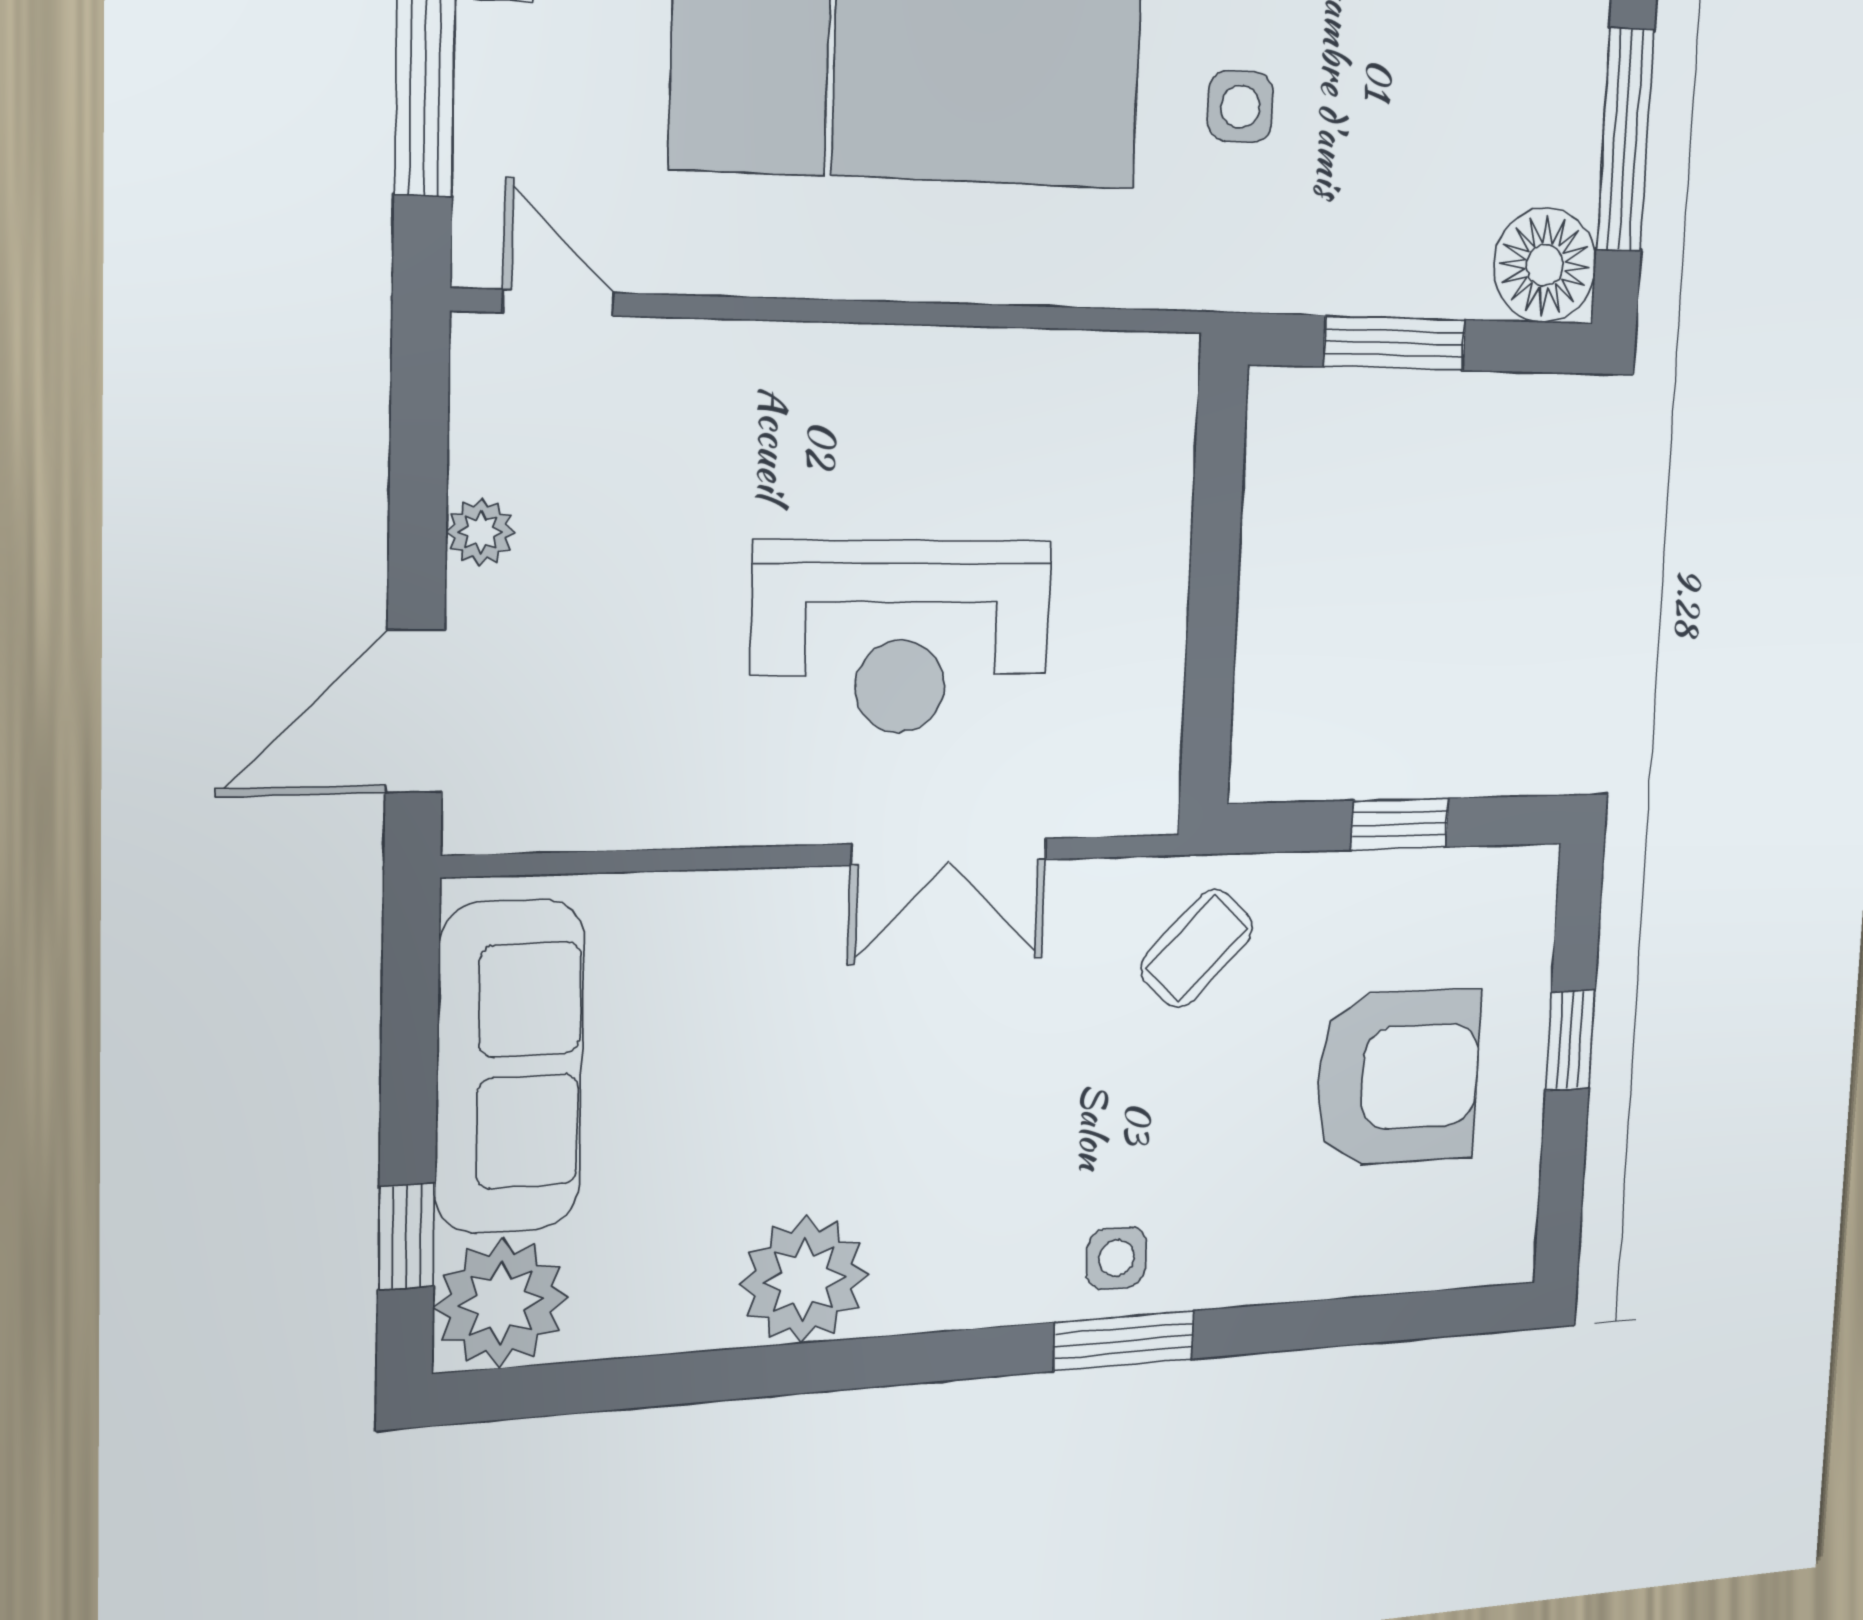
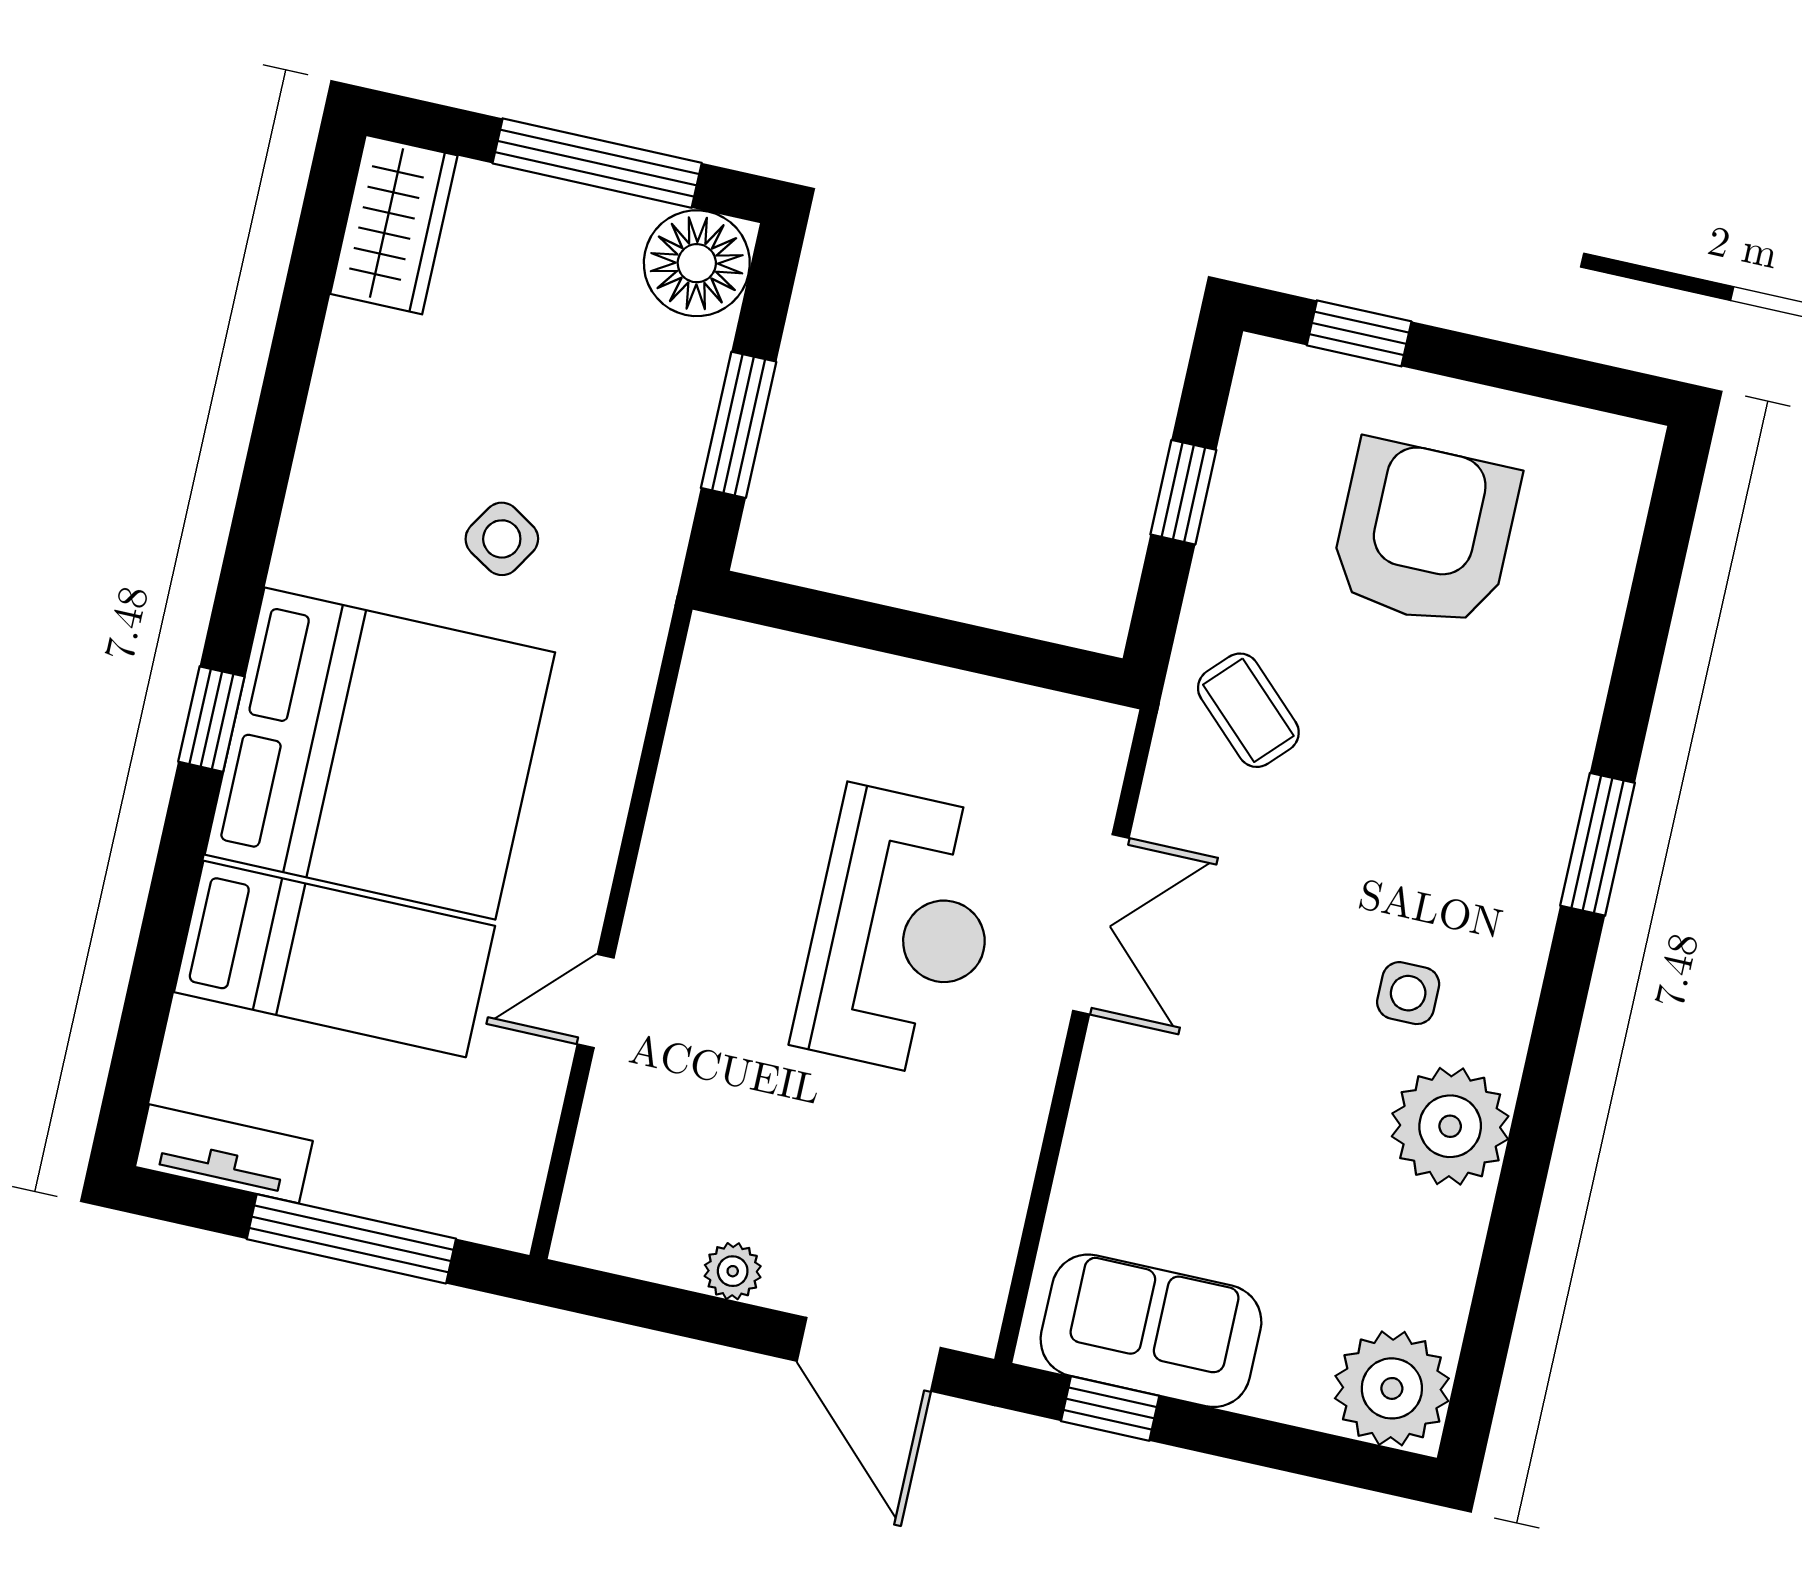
side table: (1240, 107) -> (502, 539), turned 32
door: (558, 303) -> (596, 1001), moved
window: (1570, 1040) -> (1359, 333), moved
sofa: (510, 1067) -> (1151, 1331), width x0.74
window: (407, 1237) -> (1110, 1408), moved
side table: (1117, 1258) -> (1408, 993), moved

